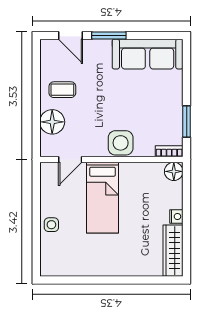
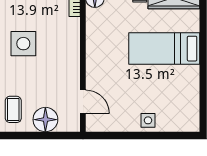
side table: (121, 143) -> (23, 44), moved
bed: (102, 198) -> (164, 49), moved, turned 180

